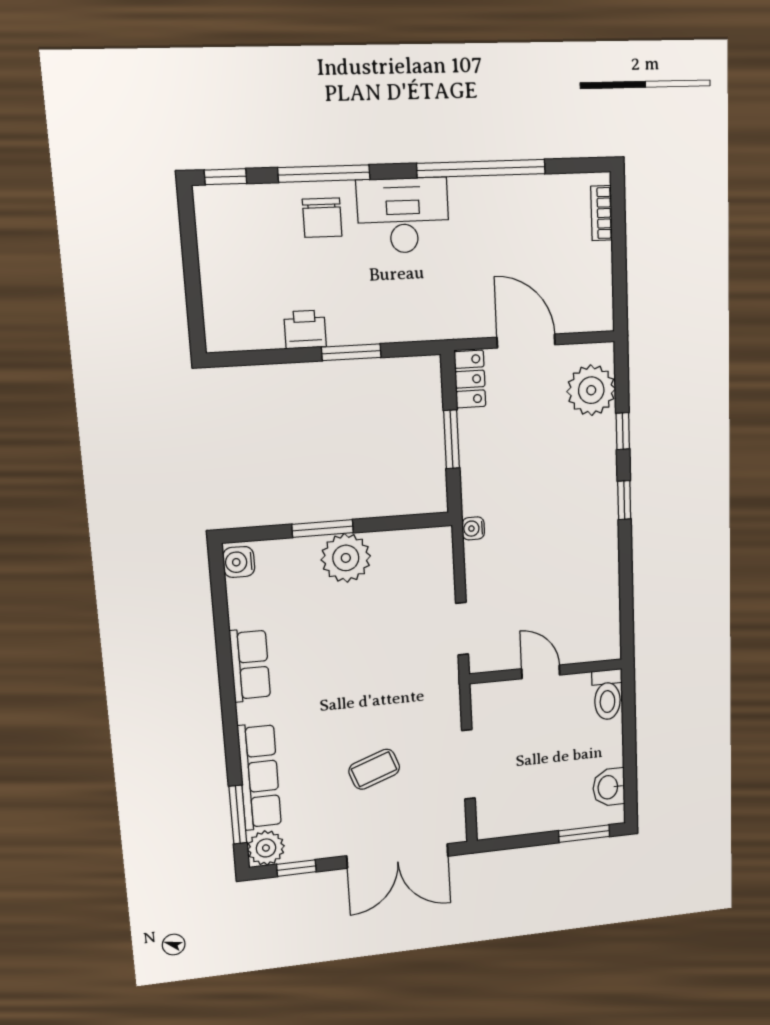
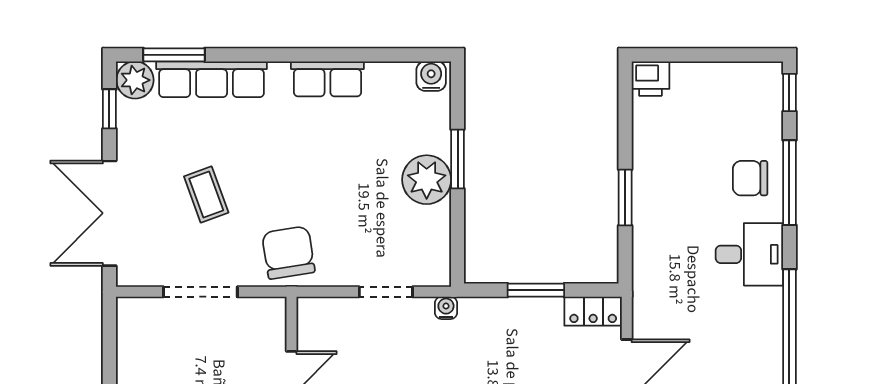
desk: (403, 215) -> (749, 254), width x0.73
printer: (305, 329) -> (650, 79), moved, turned 90
doorway: (462, 629) -> (386, 292), moved
chair: (426, 686) -> (288, 253), added

